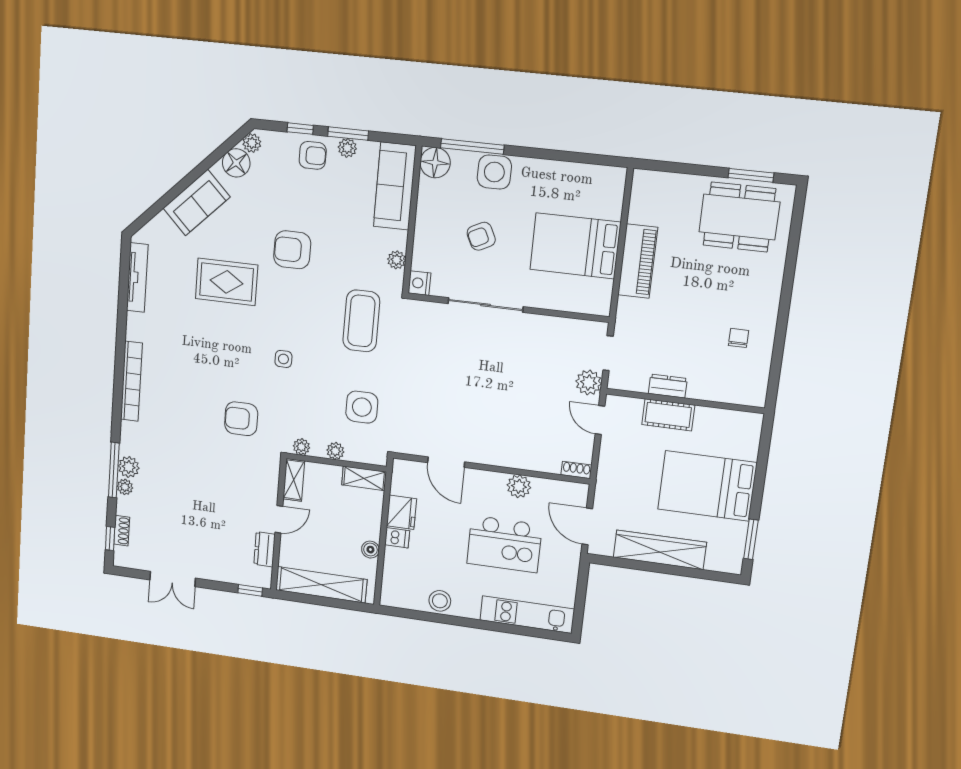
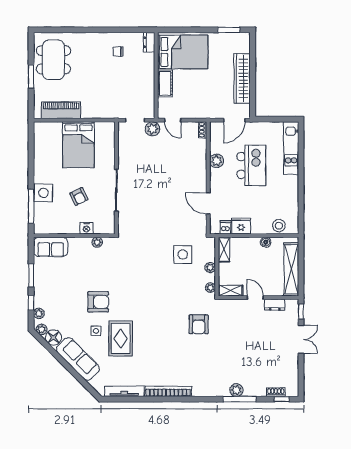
plant: (347, 148) -> (39, 313), moved
armchair: (313, 155) -> (45, 294), removed
floor lamp: (435, 163) -> (42, 226), removed
window: (751, 175) -> (31, 76), moved
sofa: (395, 186) -> (51, 247), width x0.73
sofa: (197, 203) -> (78, 359), width x1.36
armchair: (292, 250) -> (98, 302), turned -90
piano: (638, 261) -> (61, 110), moved
nightstand: (419, 283) -> (86, 228), moved
coffee table: (361, 321) -> (134, 259), removed
side table: (283, 359) -> (96, 331), moved
bookcase: (131, 381) -> (168, 391), moved
dresser: (668, 386) -> (149, 42), moved
door: (600, 420) -> (173, 120), hinge flipped
door: (446, 462) -> (208, 203), swing flipped
bed: (707, 486) -> (183, 52), moved, turned -90
plant: (125, 487) -> (249, 392), removed
dishwasher: (397, 538) -> (226, 227), moved
double door: (172, 579) -> (301, 339), moved
stool: (440, 601) -> (279, 226), moved

